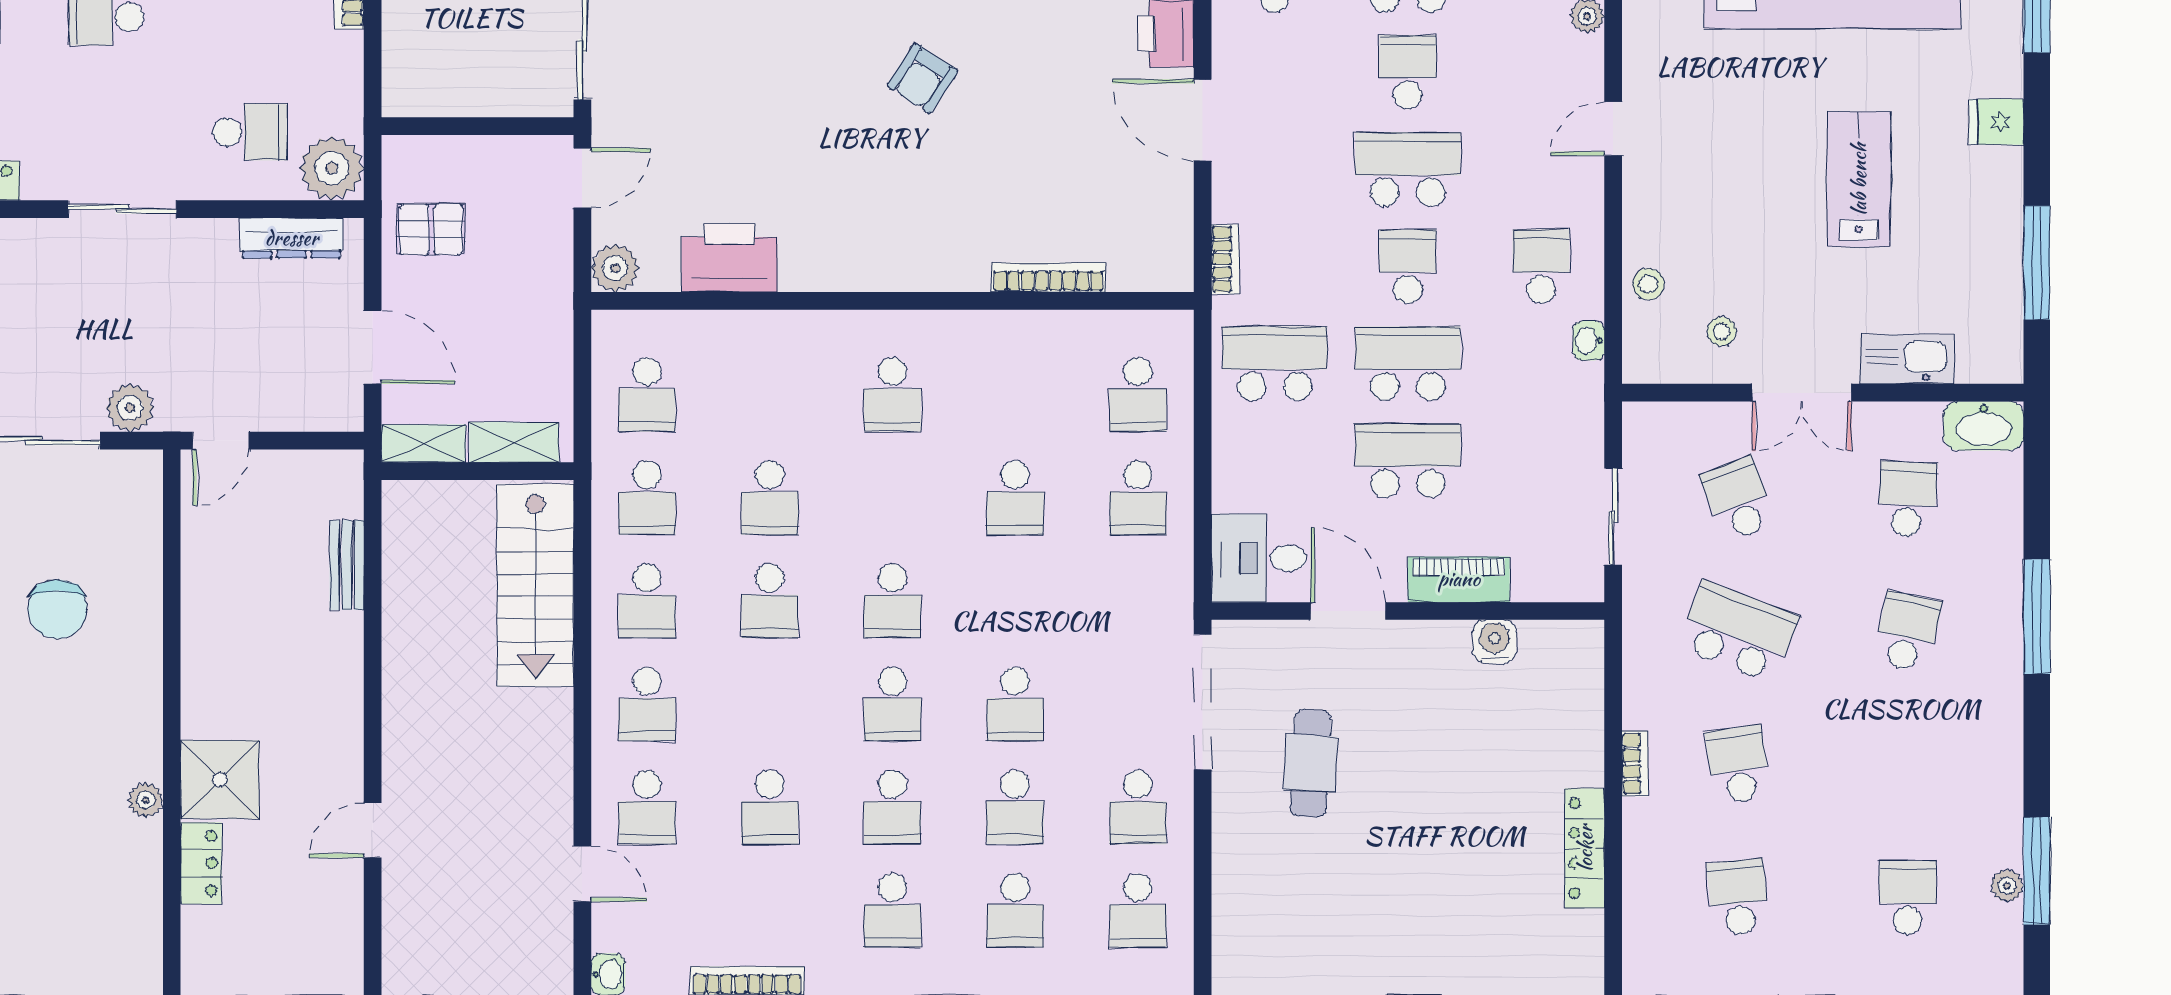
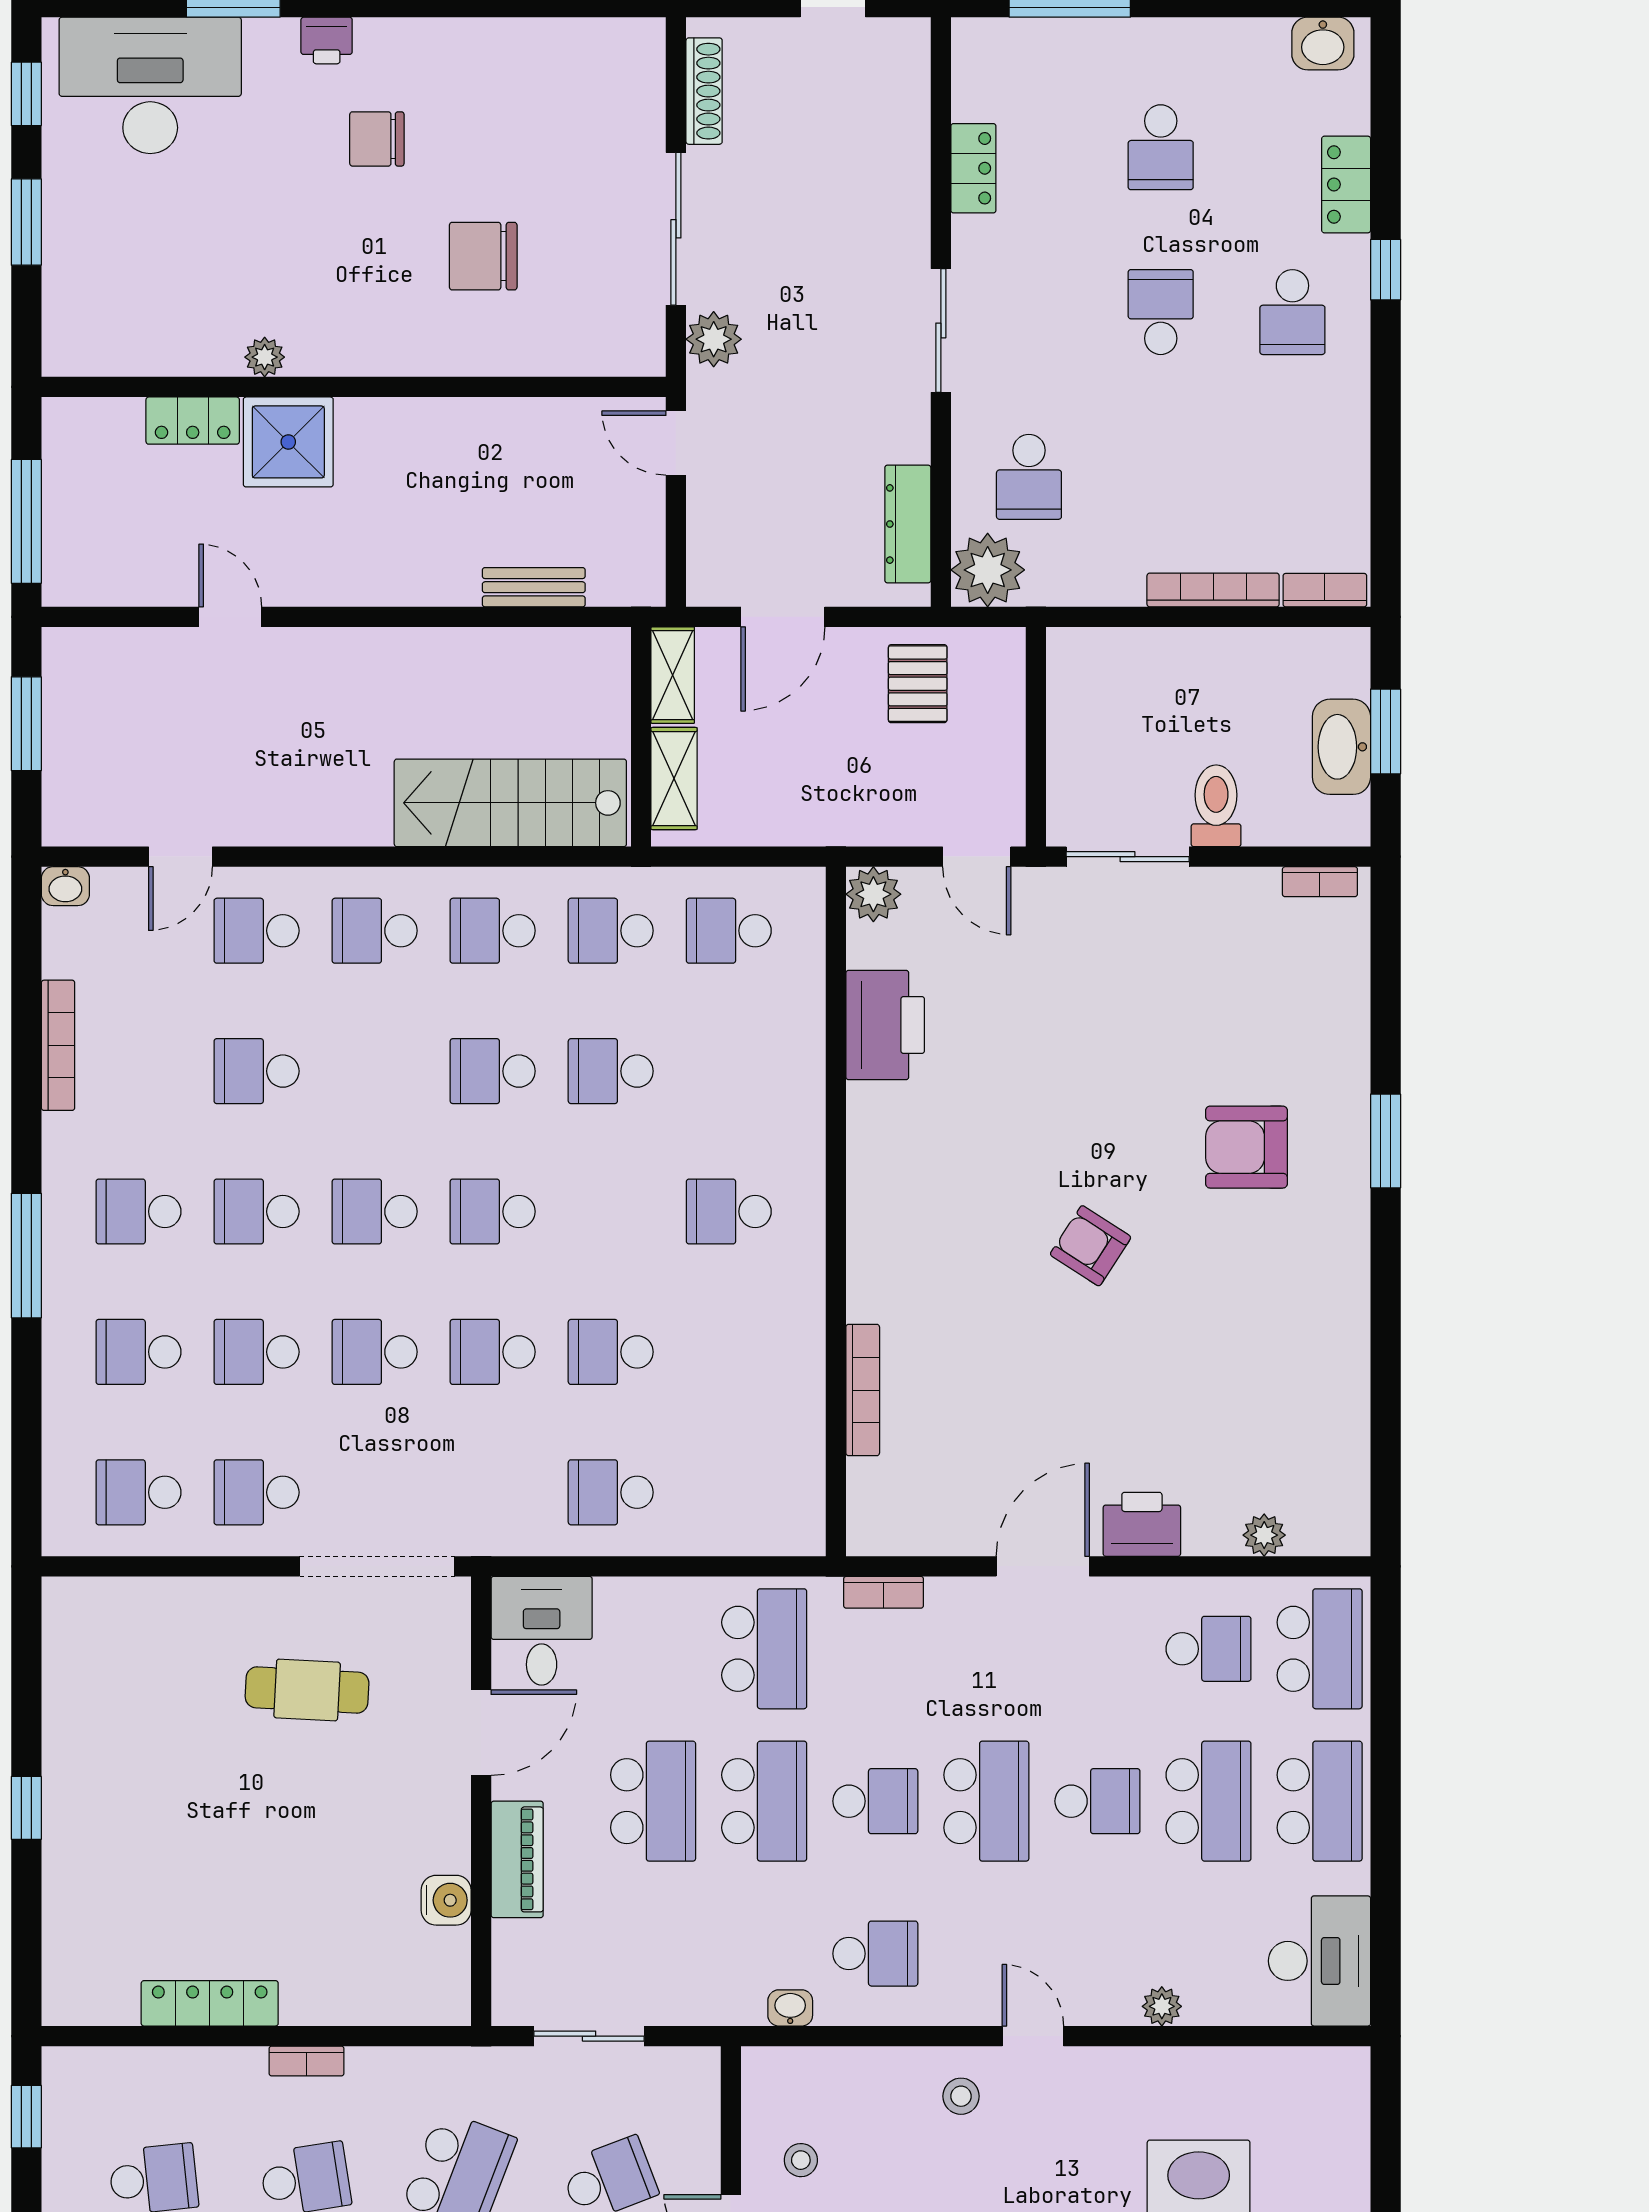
stool: (1648, 284) -> (961, 2096), moved
school desk: (1138, 395) -> (493, 1352), moved

